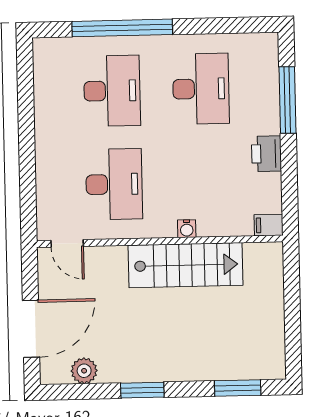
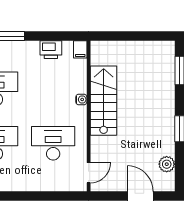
printer: (266, 154) -> (51, 50), moved
door: (31, 329) -> (140, 196), width x0.73

